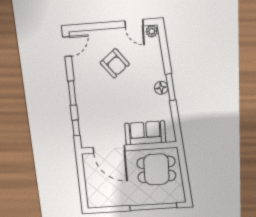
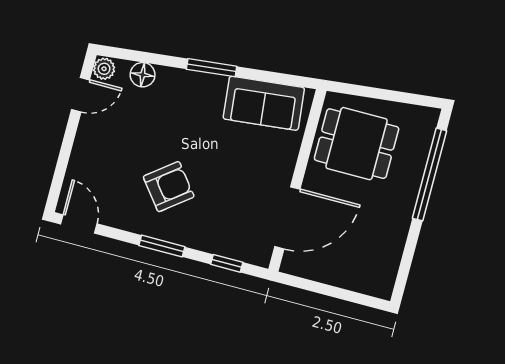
armchair: (115, 63) -> (169, 187), moved
floor lamp: (161, 88) -> (143, 75), moved
sofa: (145, 133) -> (264, 103), moved, turned -96
dining table: (156, 169) -> (357, 144), turned 90

